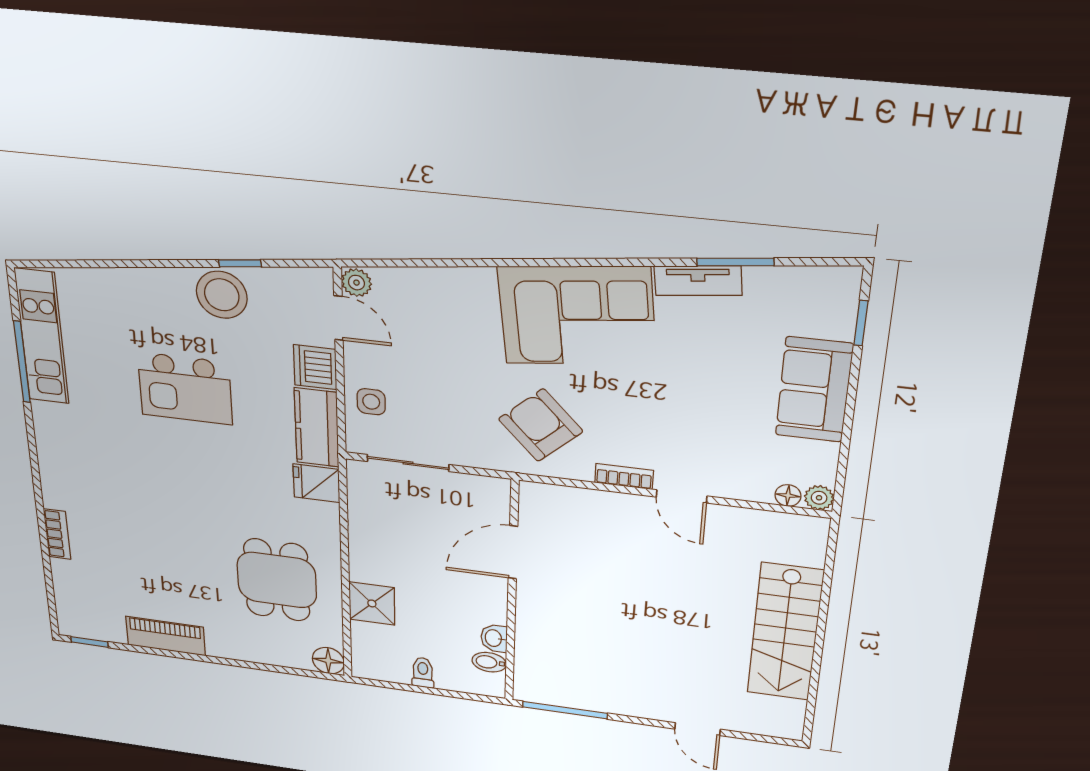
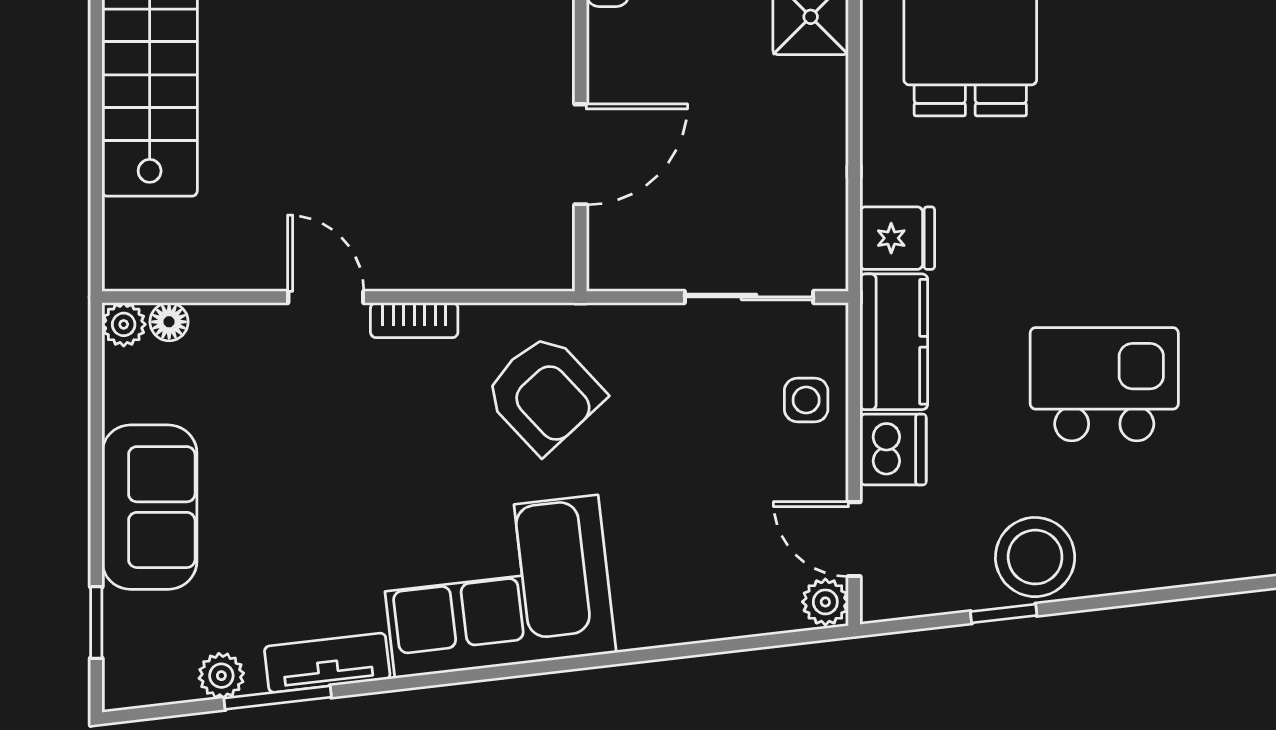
plant: (774, 280) -> (221, 676), added

